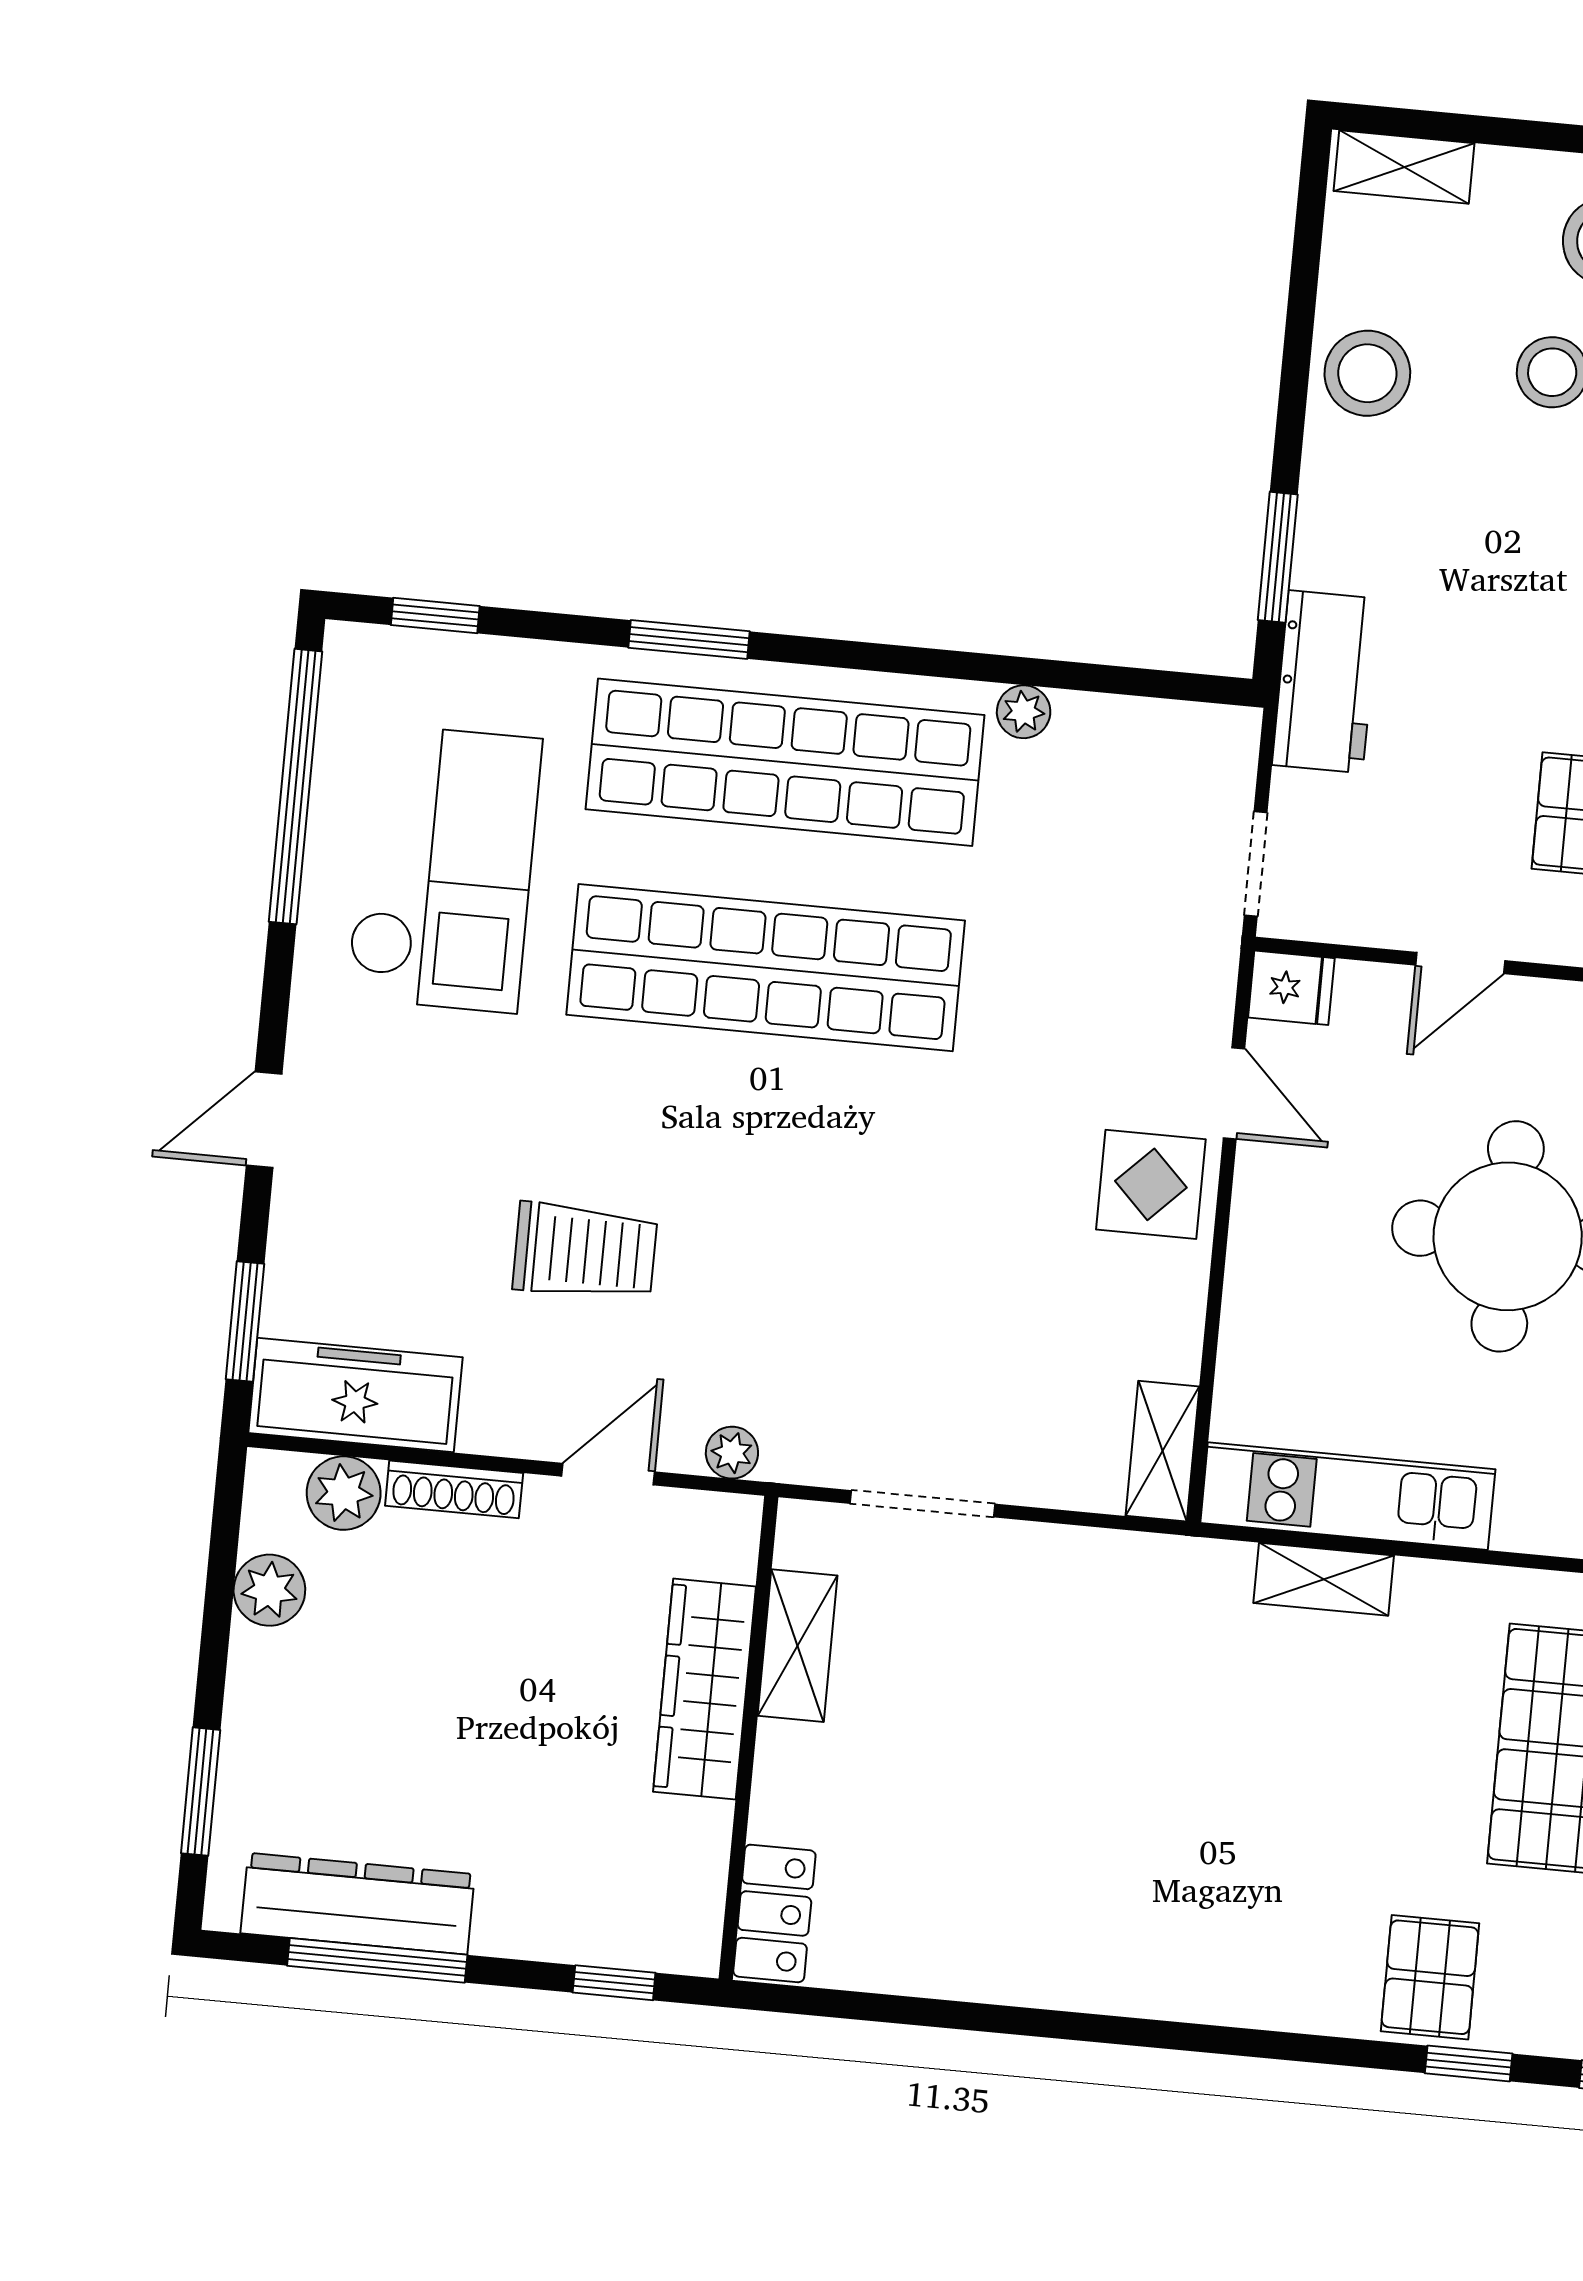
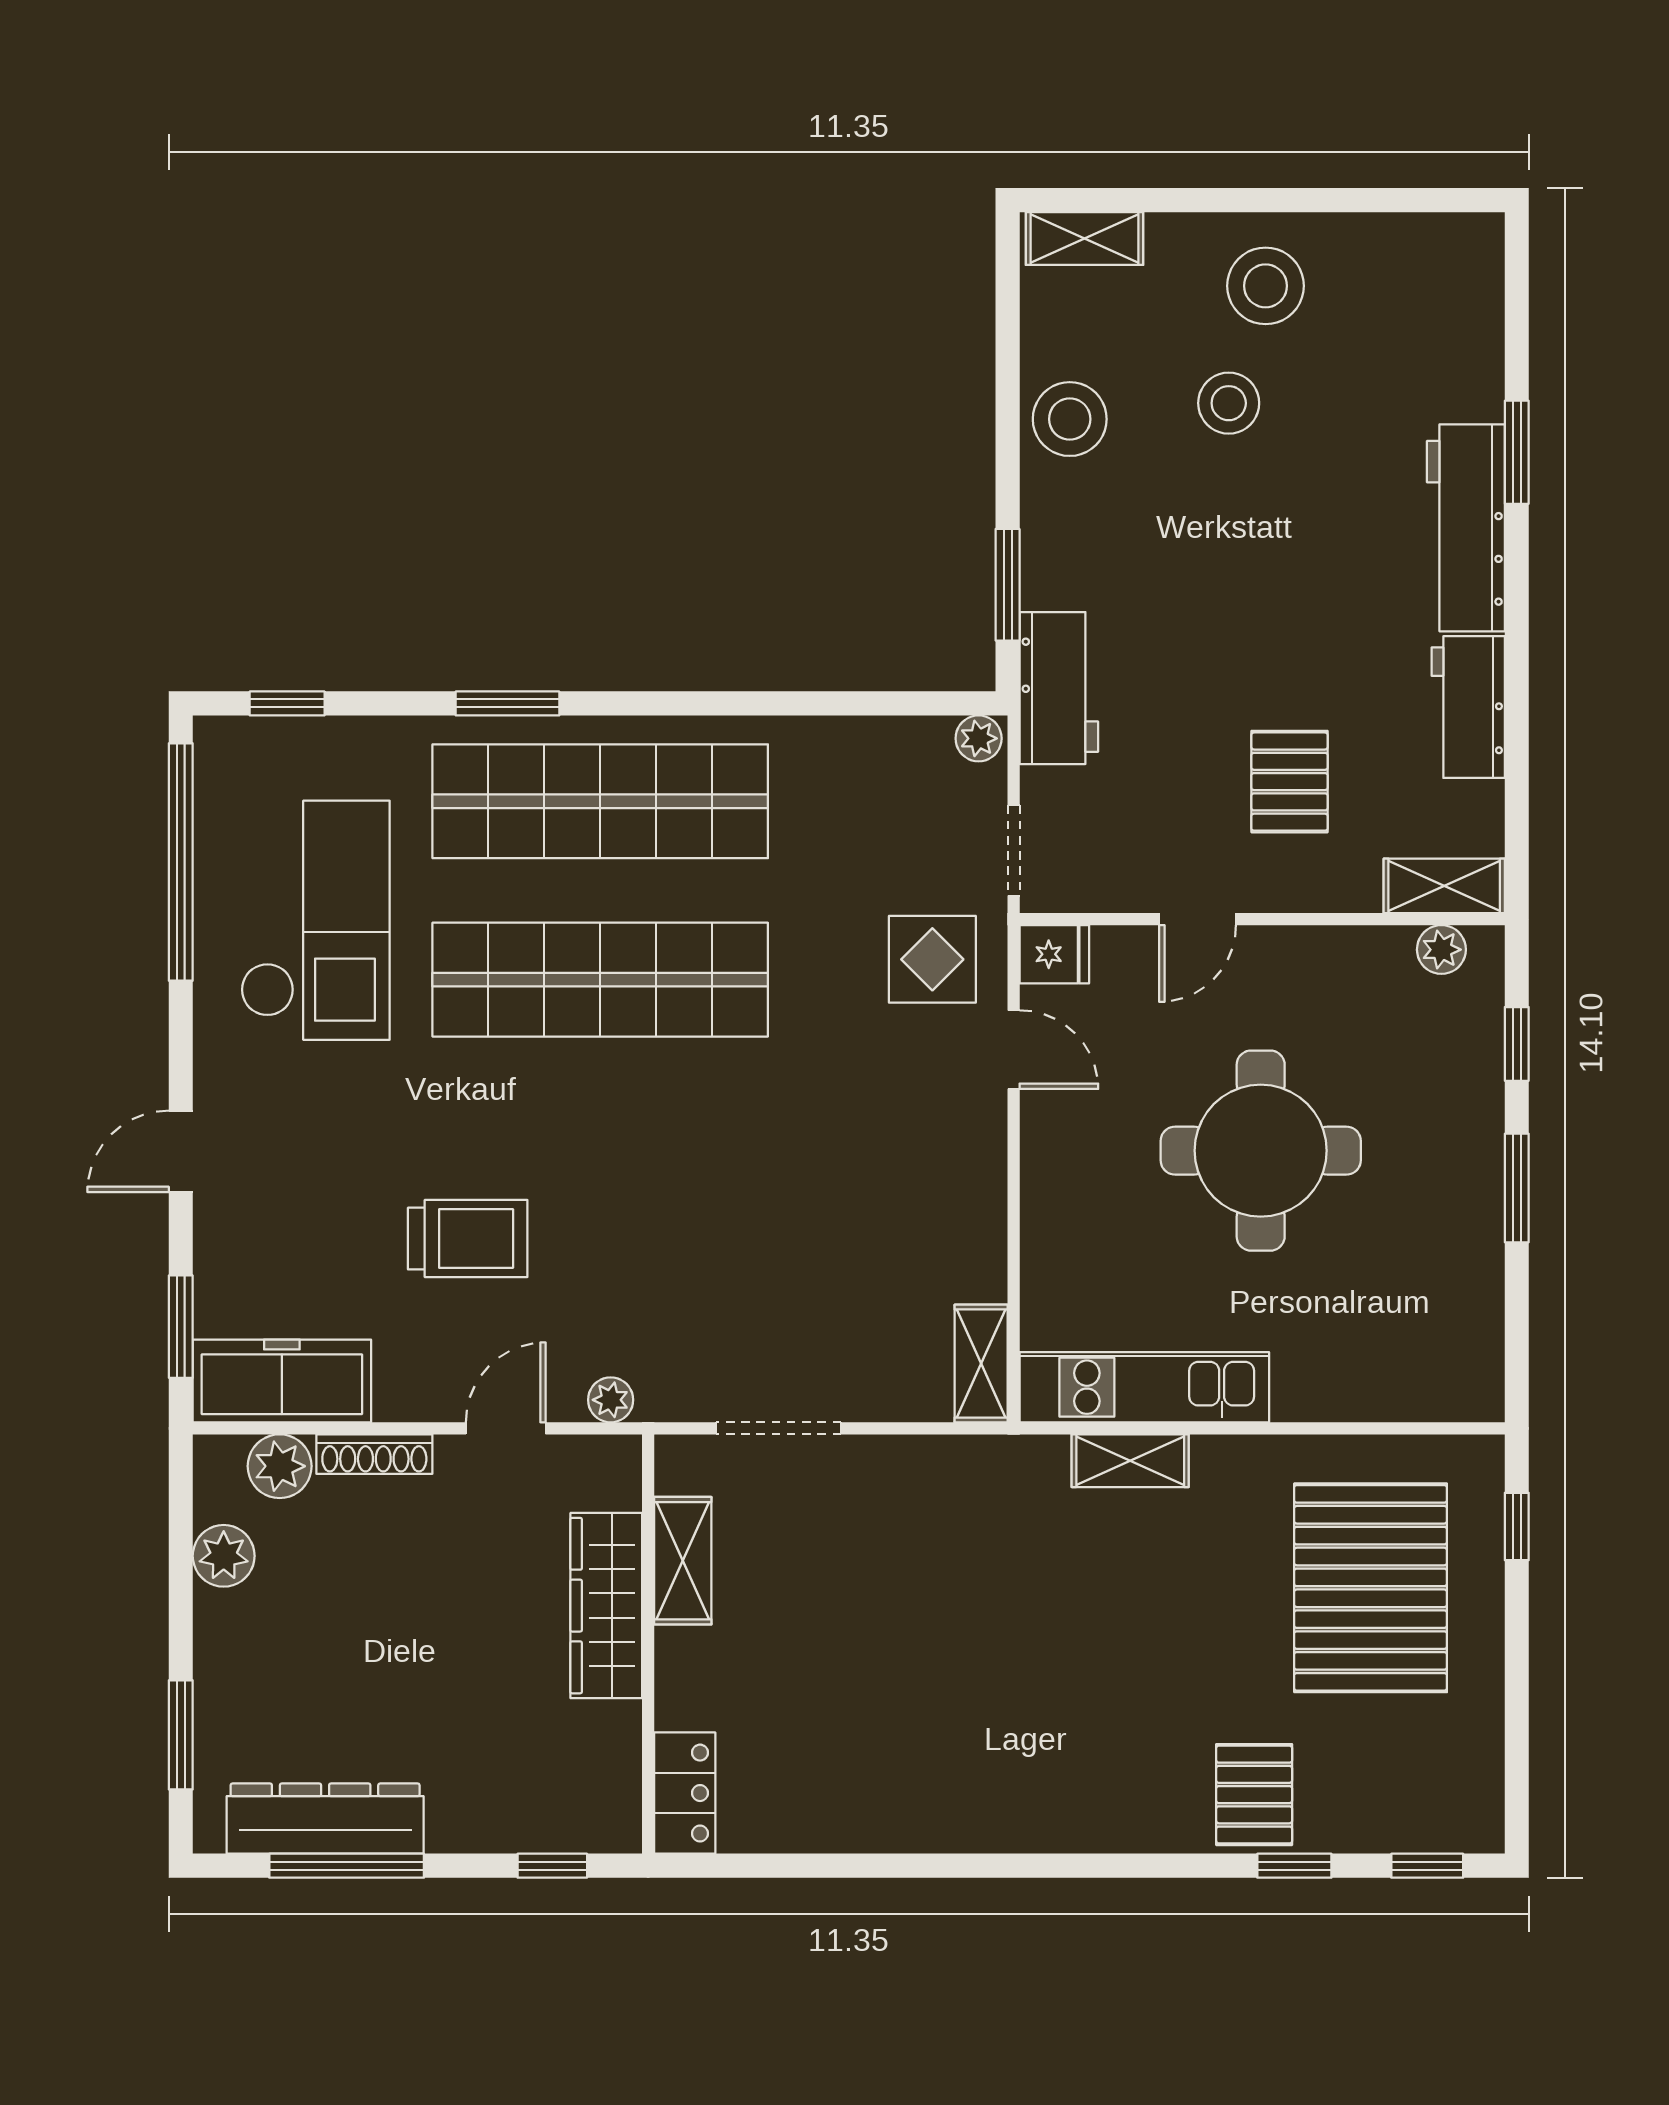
plant: (1024, 712) -> (979, 738), moved
display table: (1151, 1184) -> (932, 959), moved

